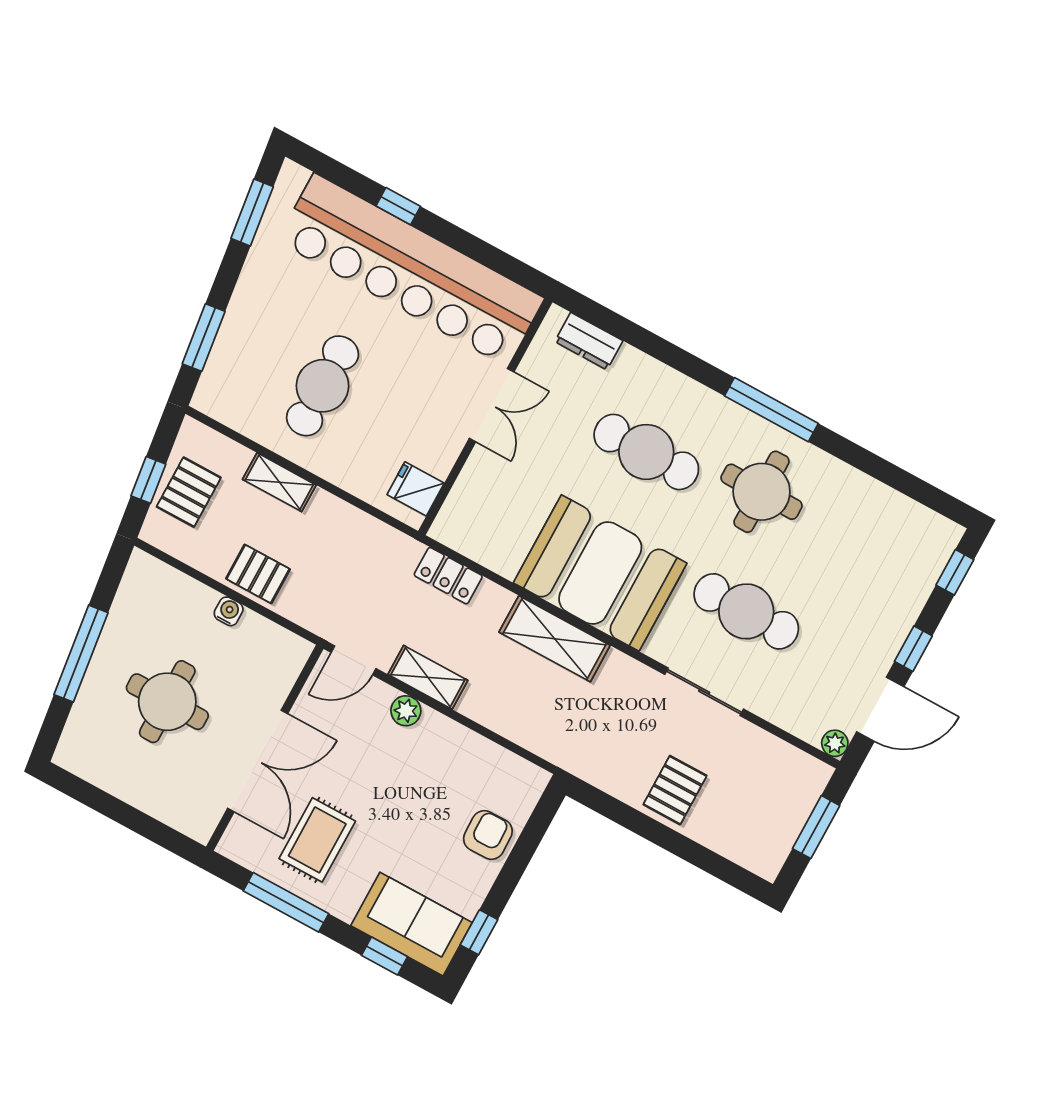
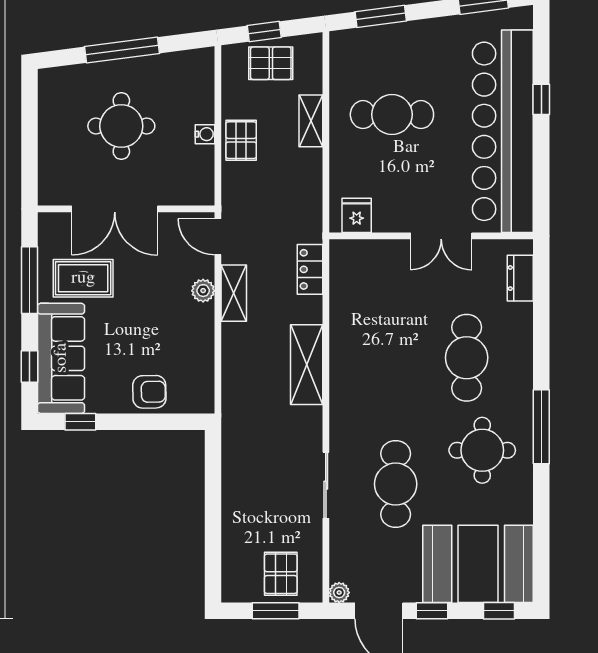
booth: (600, 573) -> (478, 564), moved, turned 90
pallet: (675, 790) -> (281, 574), moved, turned 90
sofa: (411, 924) -> (61, 358), width x1.36

